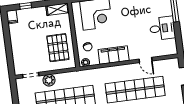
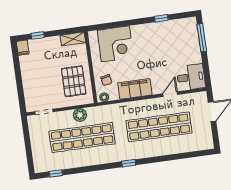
desk: (162, 28) -> (191, 77), moved
door: (146, 60) -> (170, 94), swing flipped
plant: (49, 80) -> (80, 115), moved

